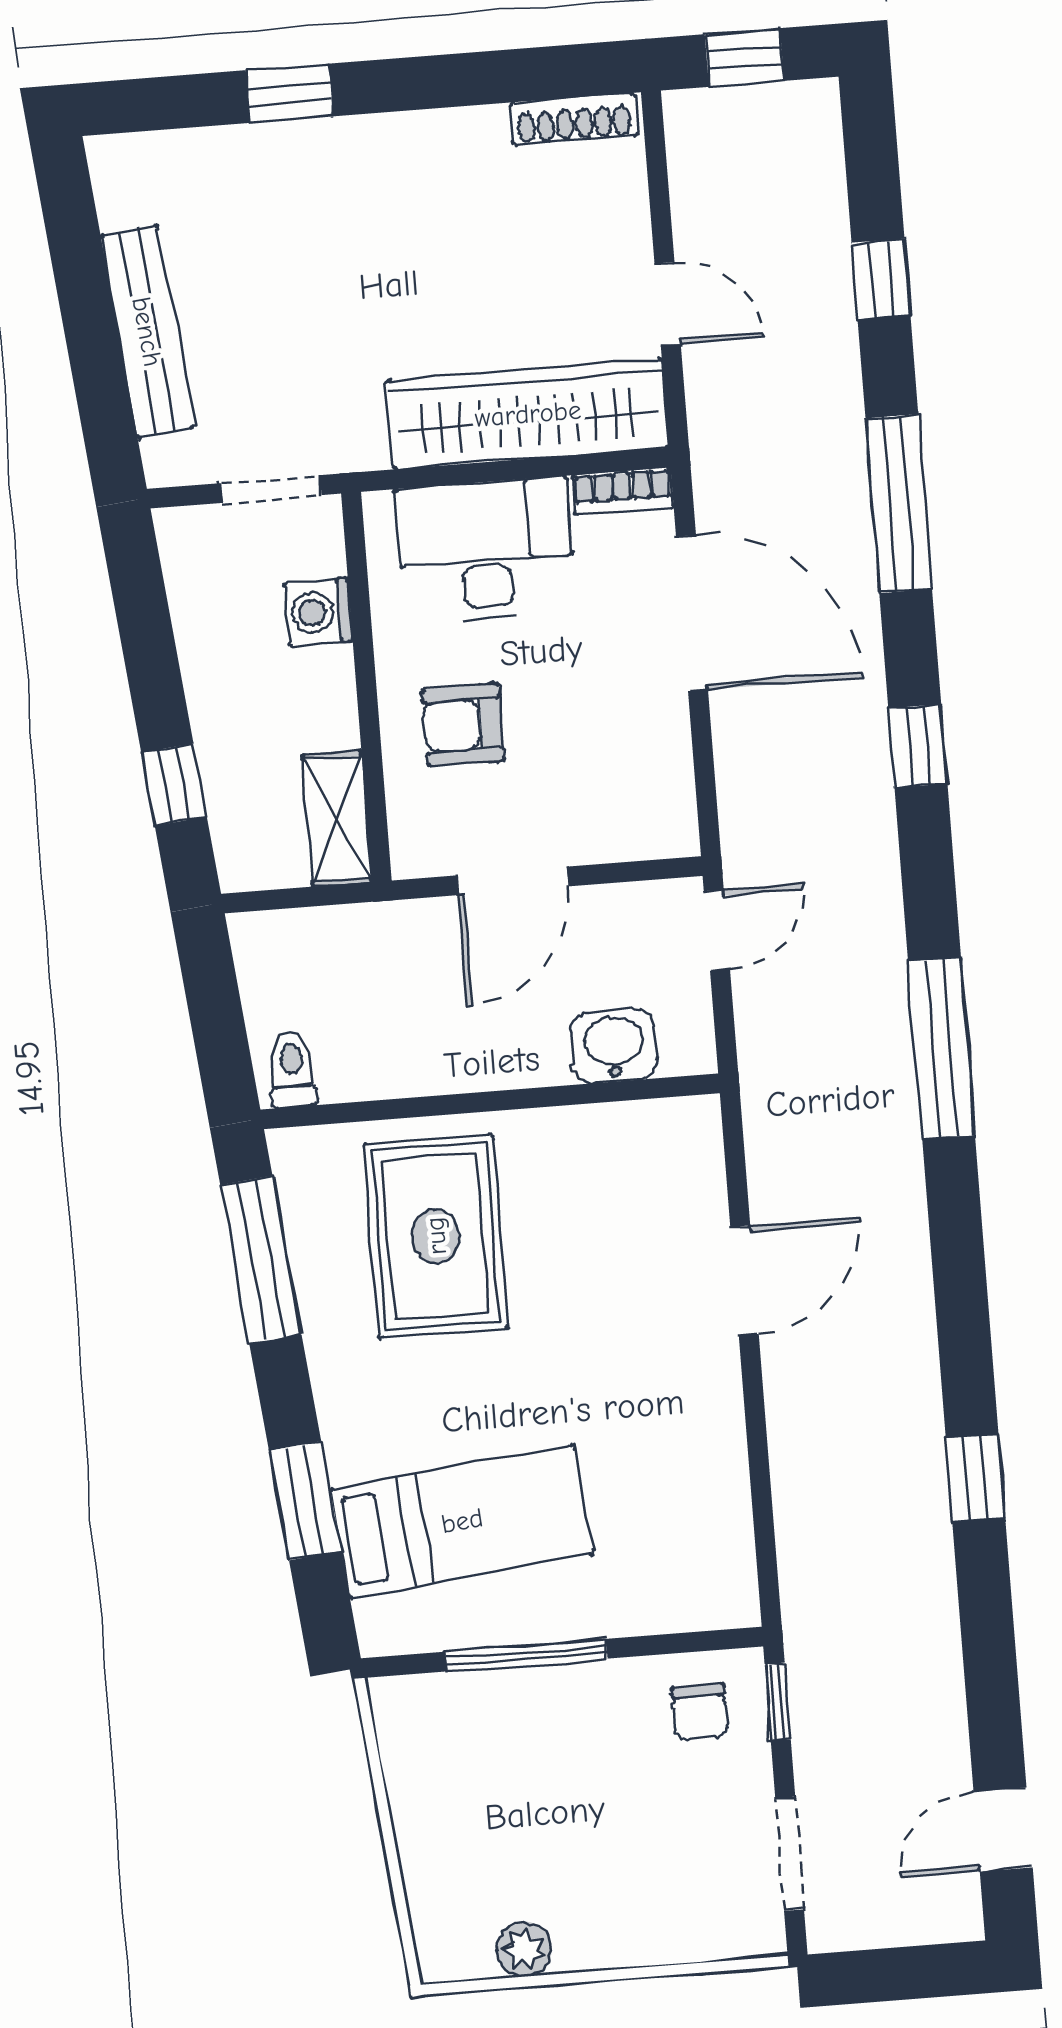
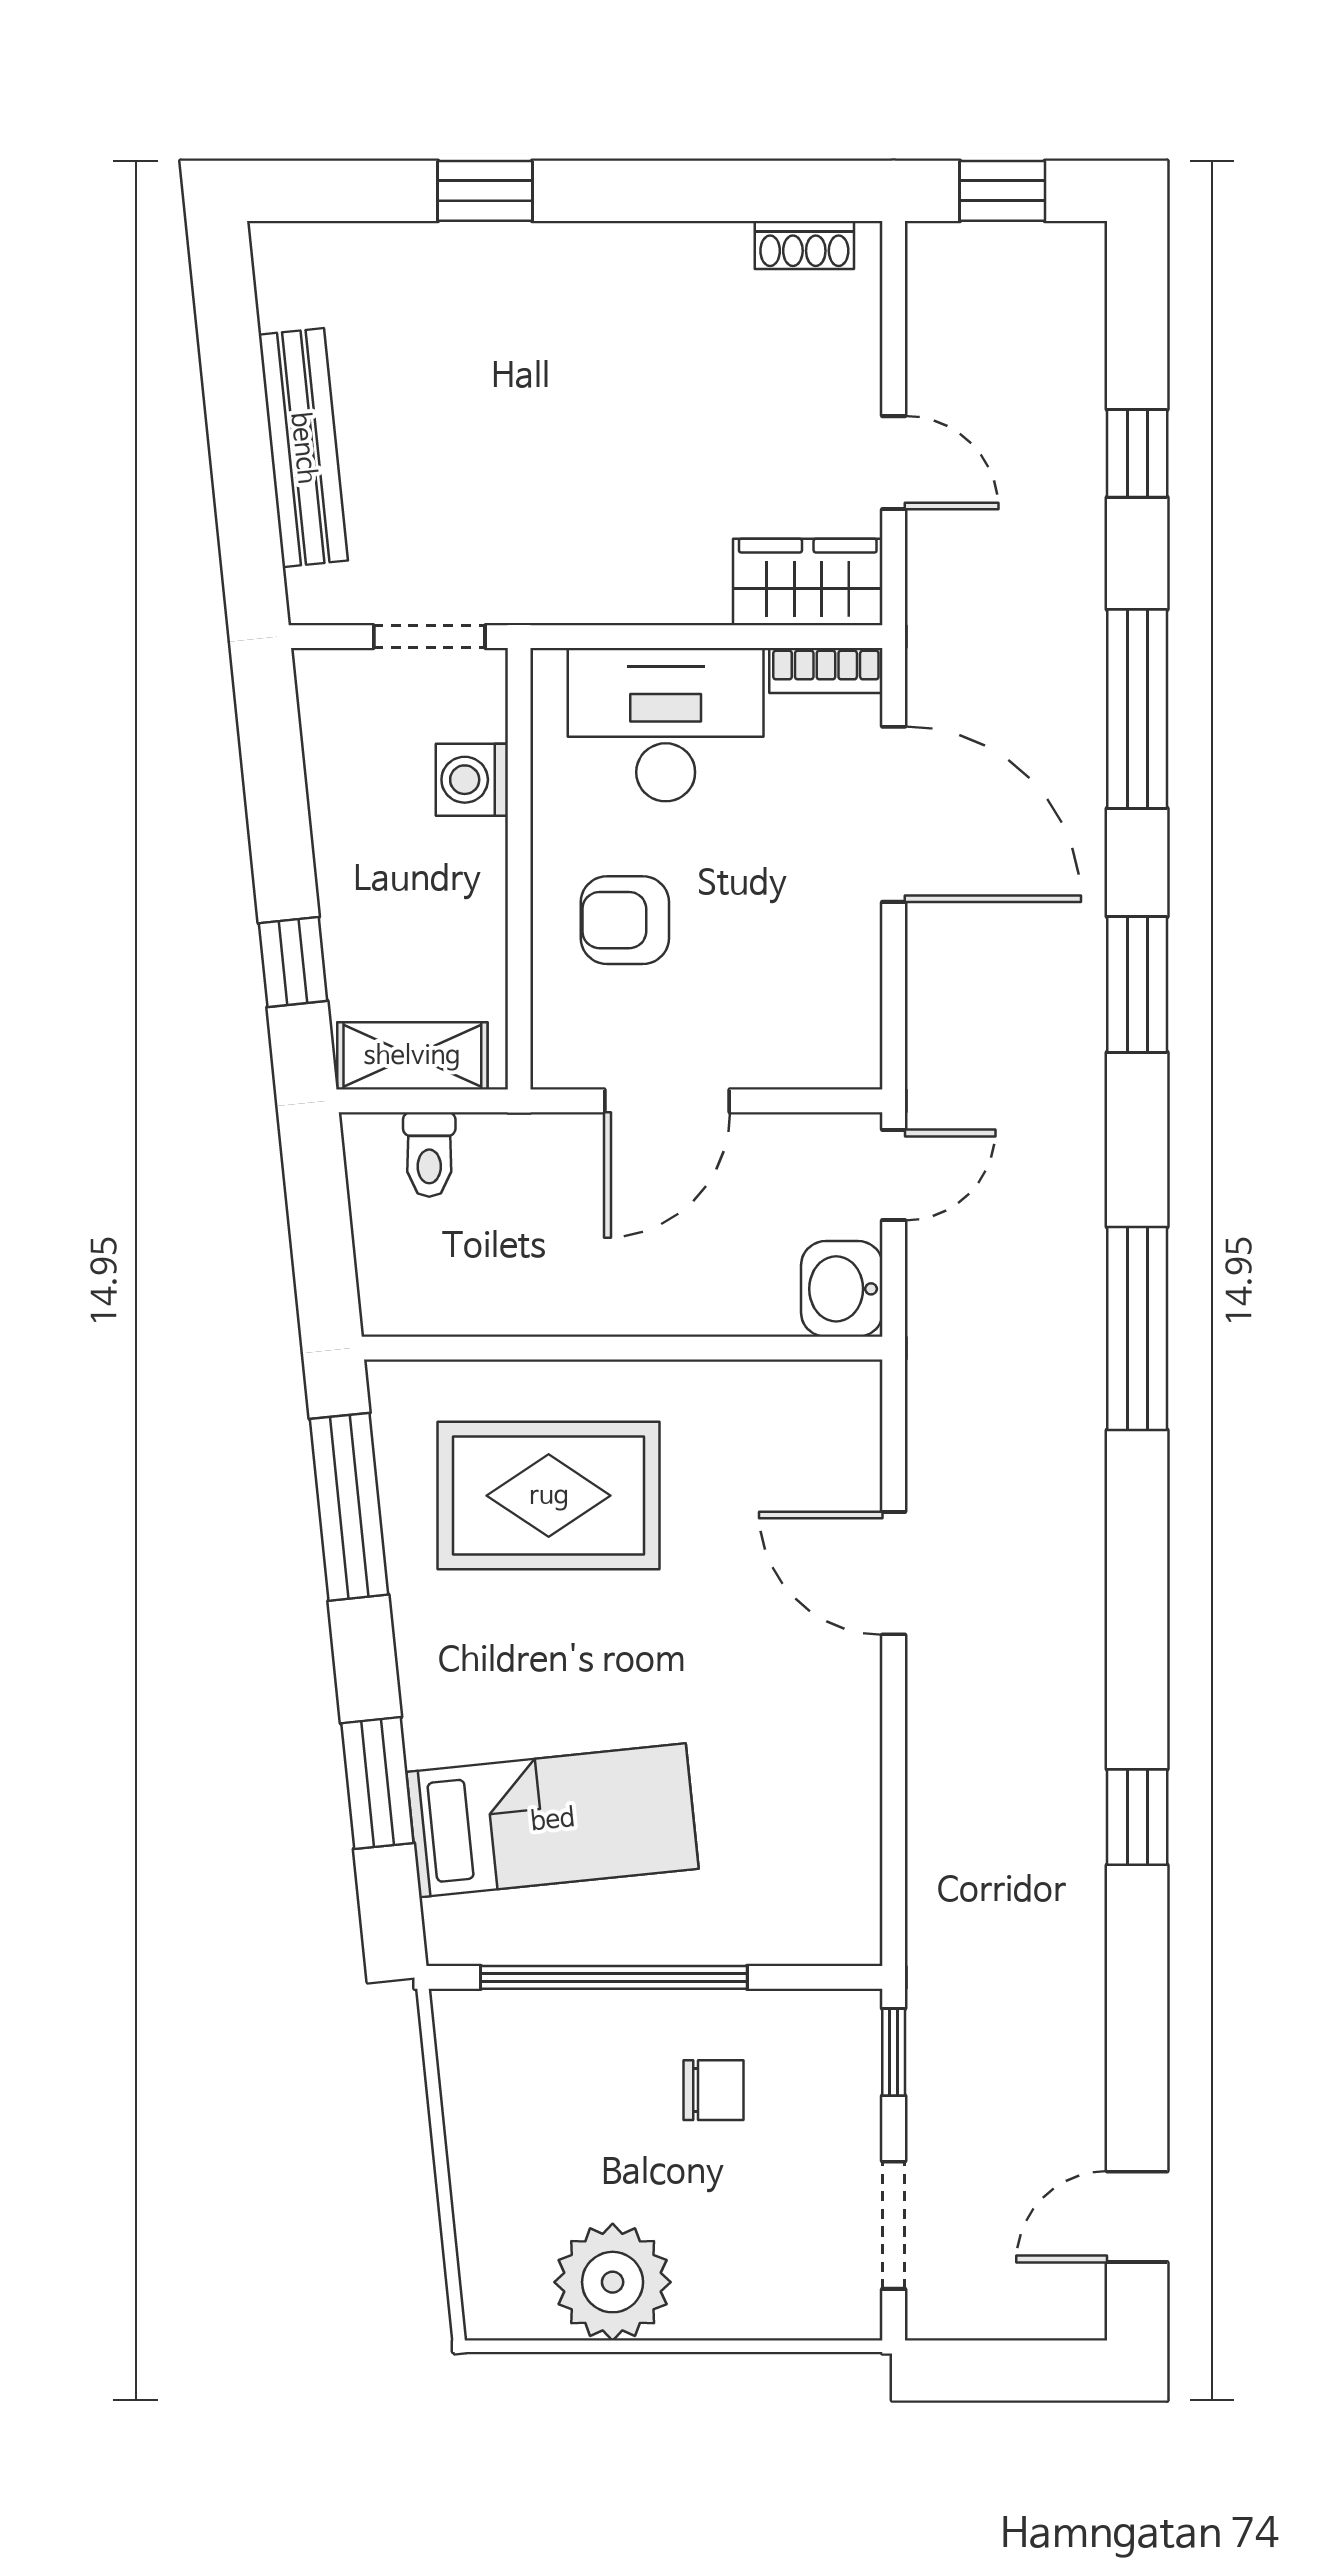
shoe rack: (574, 119) -> (804, 245), width x0.70
wardrobe: (528, 414) -> (808, 582), width x0.48, depth x0.85
window: (918, 746) -> (1137, 984), width x1.50
shelving: (337, 818) -> (412, 1056), moved, turned 90
washbasin: (613, 1046) -> (842, 1289), moved, turned -90
toilet: (292, 1069) -> (429, 1155), moved, turned 180
rug: (436, 1236) -> (549, 1496), turned 90
door: (744, 1280) -> (894, 1573), swing flipped
window: (526, 1655) -> (614, 1977), width x1.46
chair: (700, 1712) -> (714, 2090), moved, turned -90
plant: (524, 1949) -> (613, 2282), width x1.87, depth x1.87

